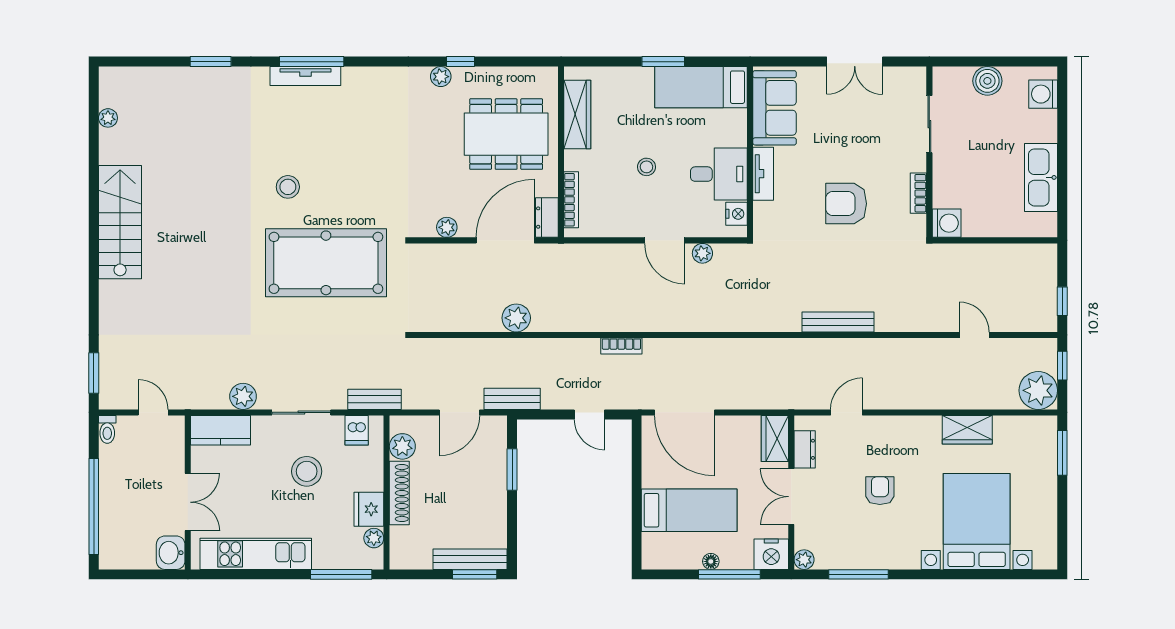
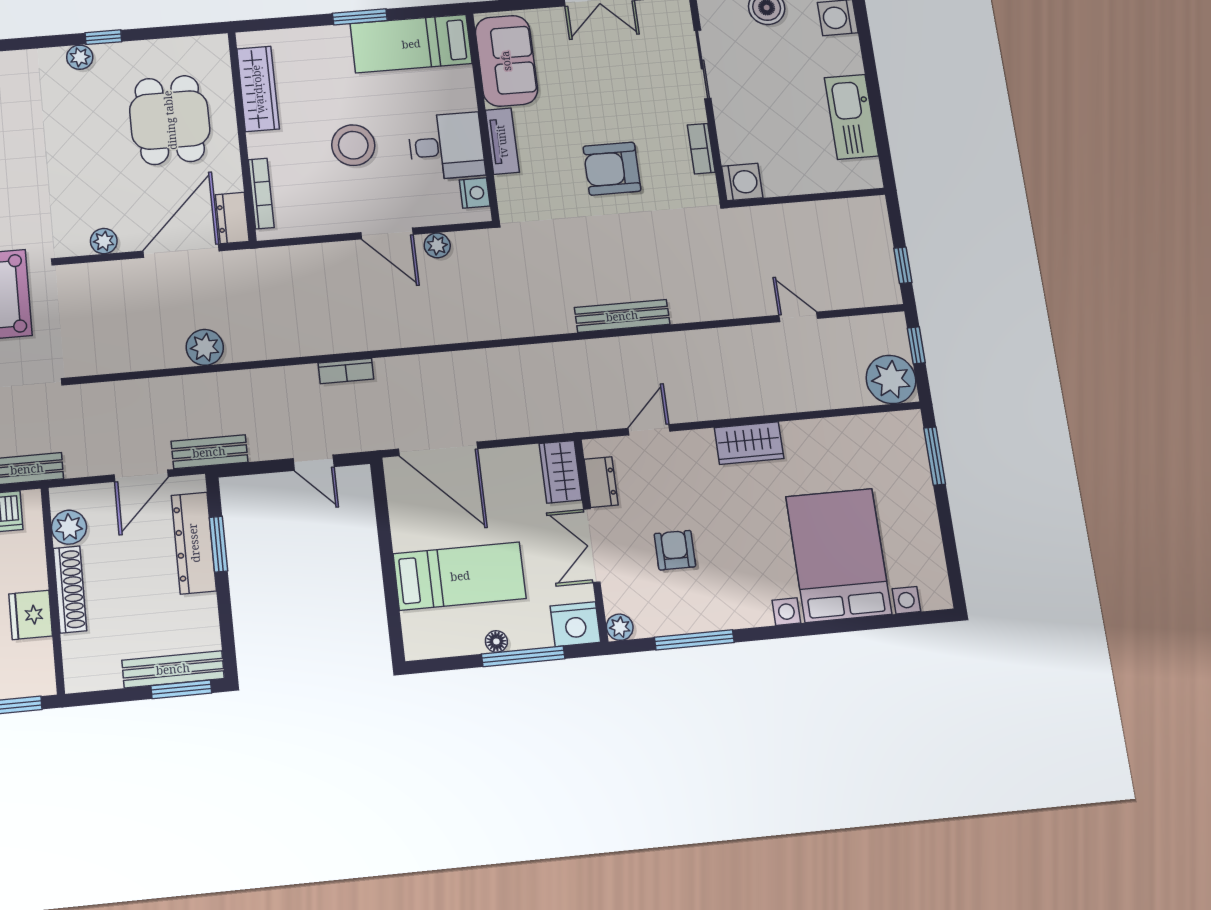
dining table: (506, 134) -> (170, 120), width x0.73
stool: (646, 167) -> (353, 145), width x1.89, depth x1.89
wardrobe: (967, 430) -> (749, 443), moved
dresser: (494, 467) -> (194, 543), added
armchair: (880, 491) -> (675, 550), moved
plant: (374, 538) -> (40, 653), removed

